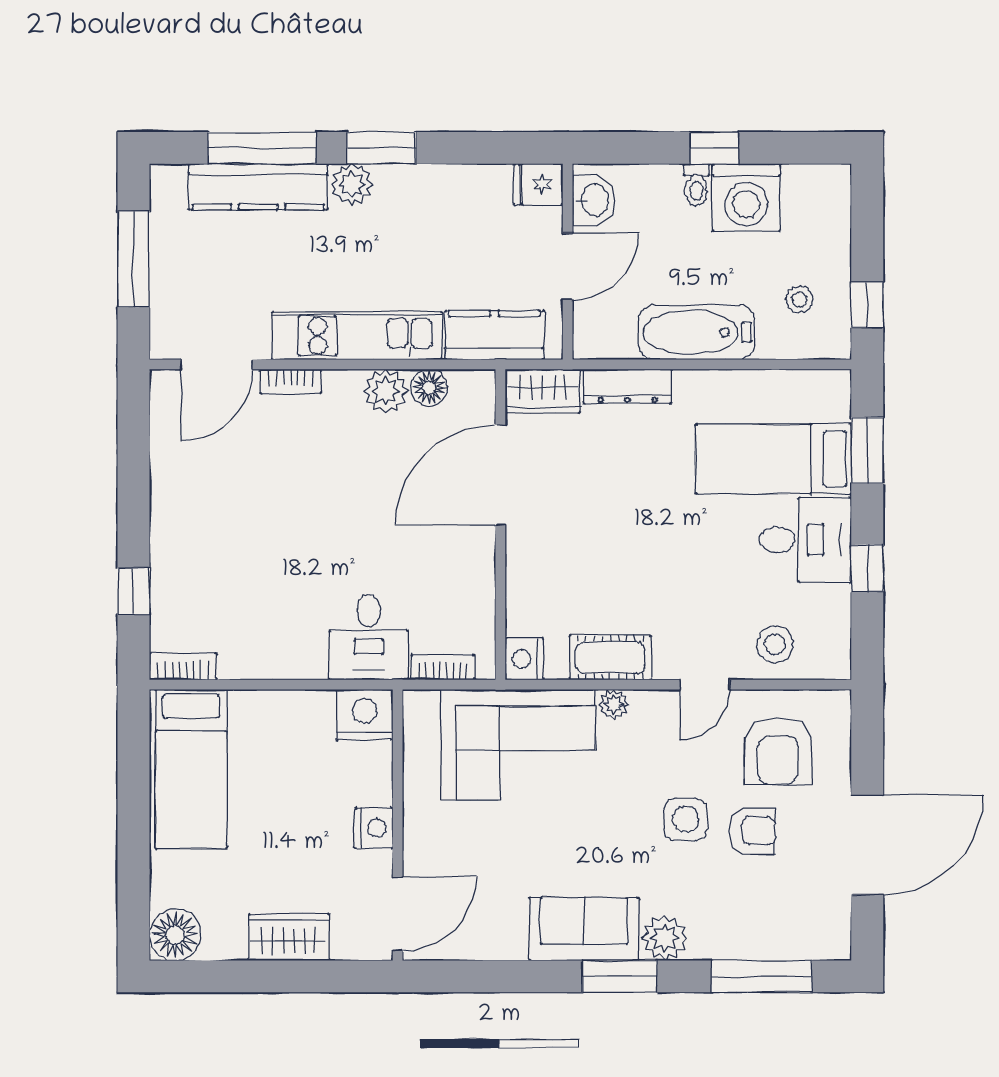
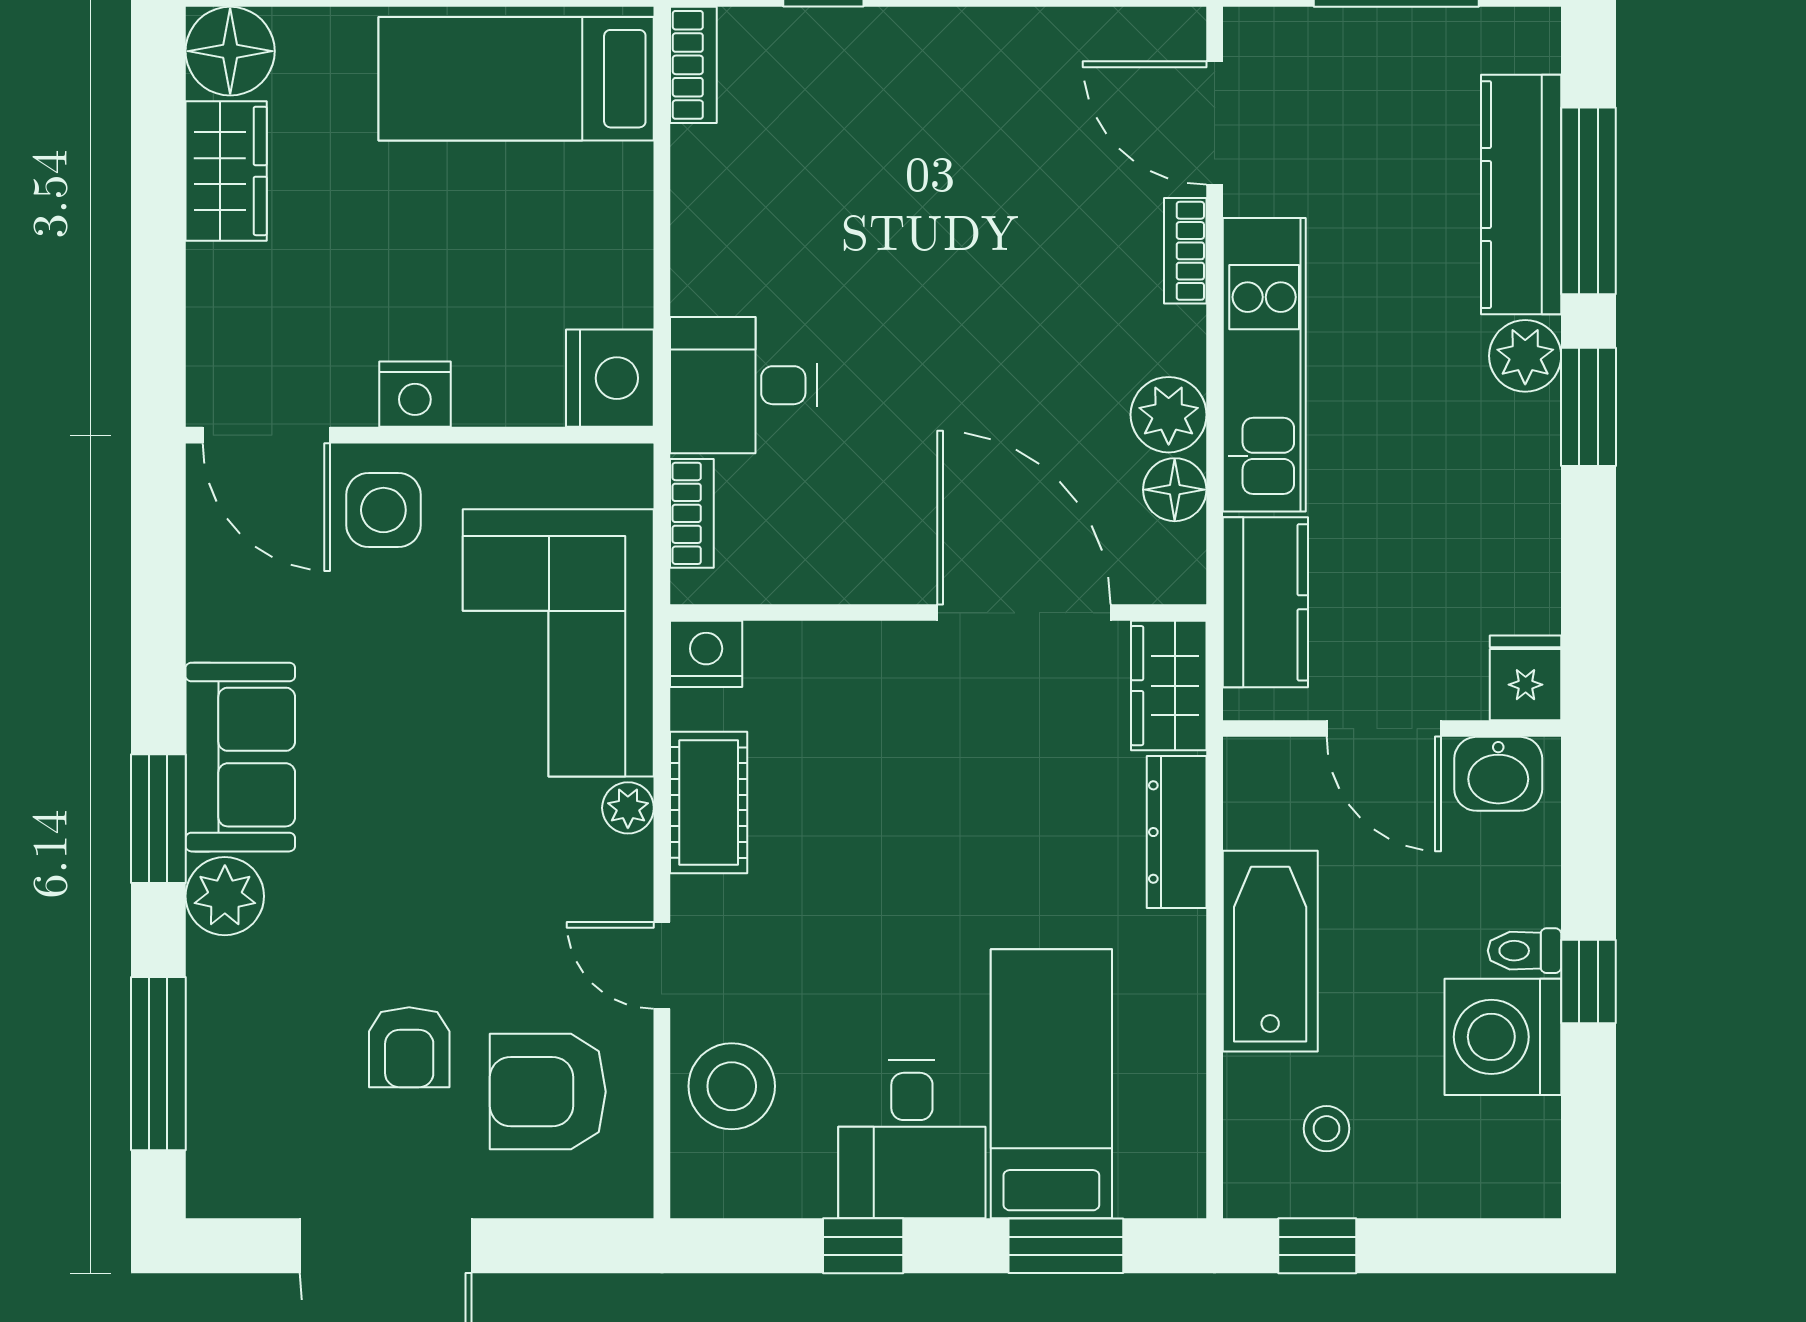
stool: (775, 644) -> (732, 1086), width x1.38, depth x1.38
side table: (686, 819) -> (383, 510), moved
wardrobe: (289, 937) -> (226, 171), moved

